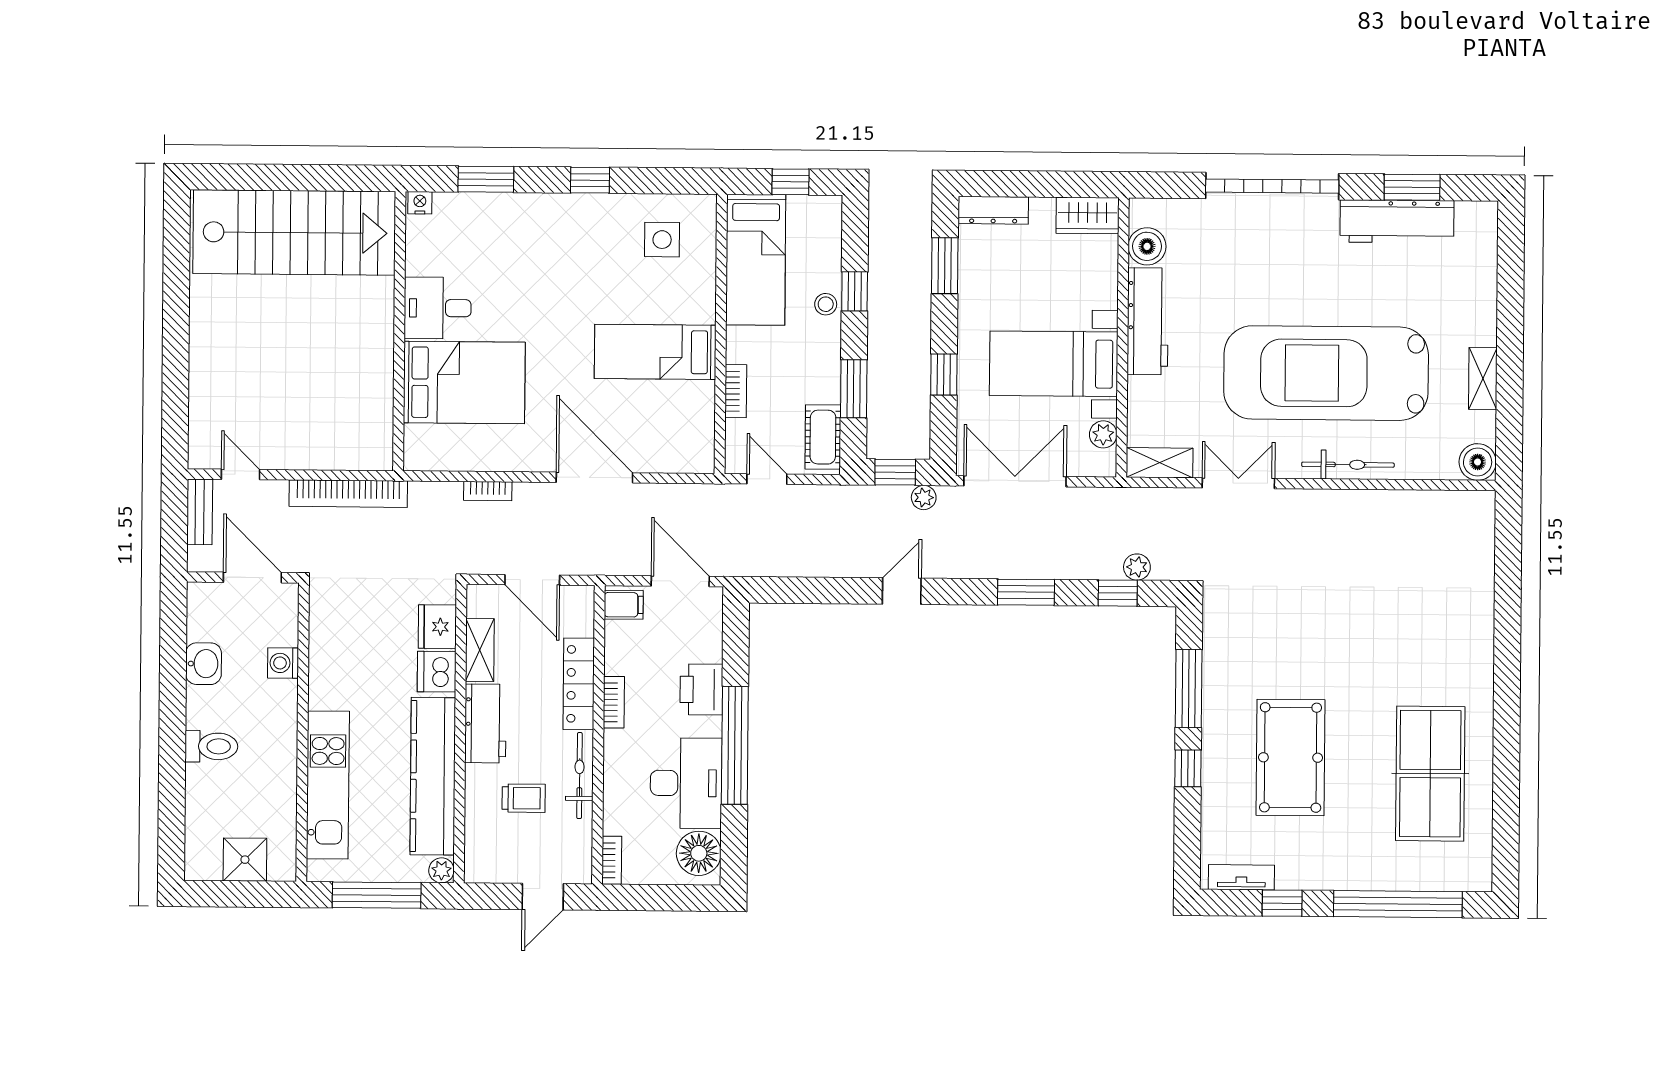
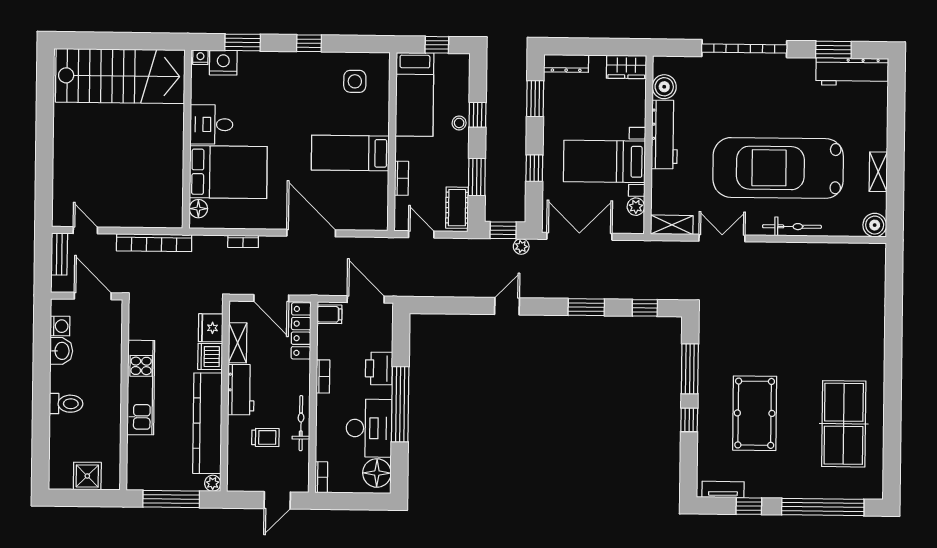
nightstand: (456, 211) -> (223, 63), added
workbench: (1397, 221) -> (852, 72), moved
floor lamp: (418, 440) -> (198, 209), added
plant: (1137, 567) -> (657, 291), removed
washing machine: (283, 663) -> (60, 326), moved, turned 180
locker: (579, 684) -> (301, 331), moved
kitchen unit: (328, 785) -> (141, 388), moved

